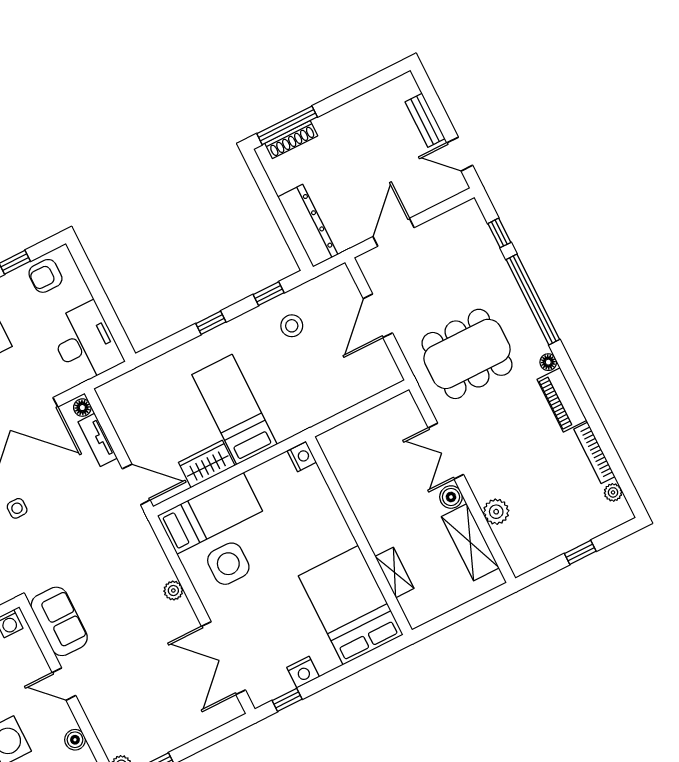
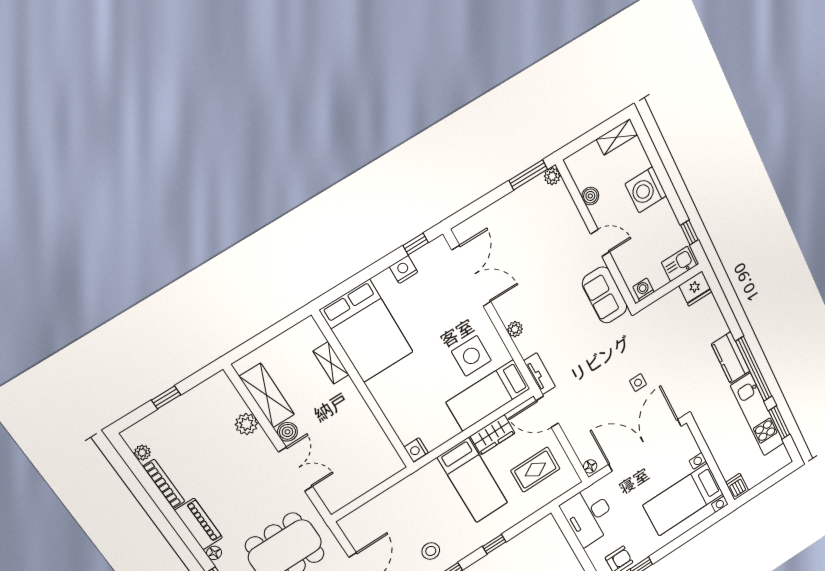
rug: (154, 413) -> (535, 470), added
tv unit: (98, 440) -> (540, 374), moved

